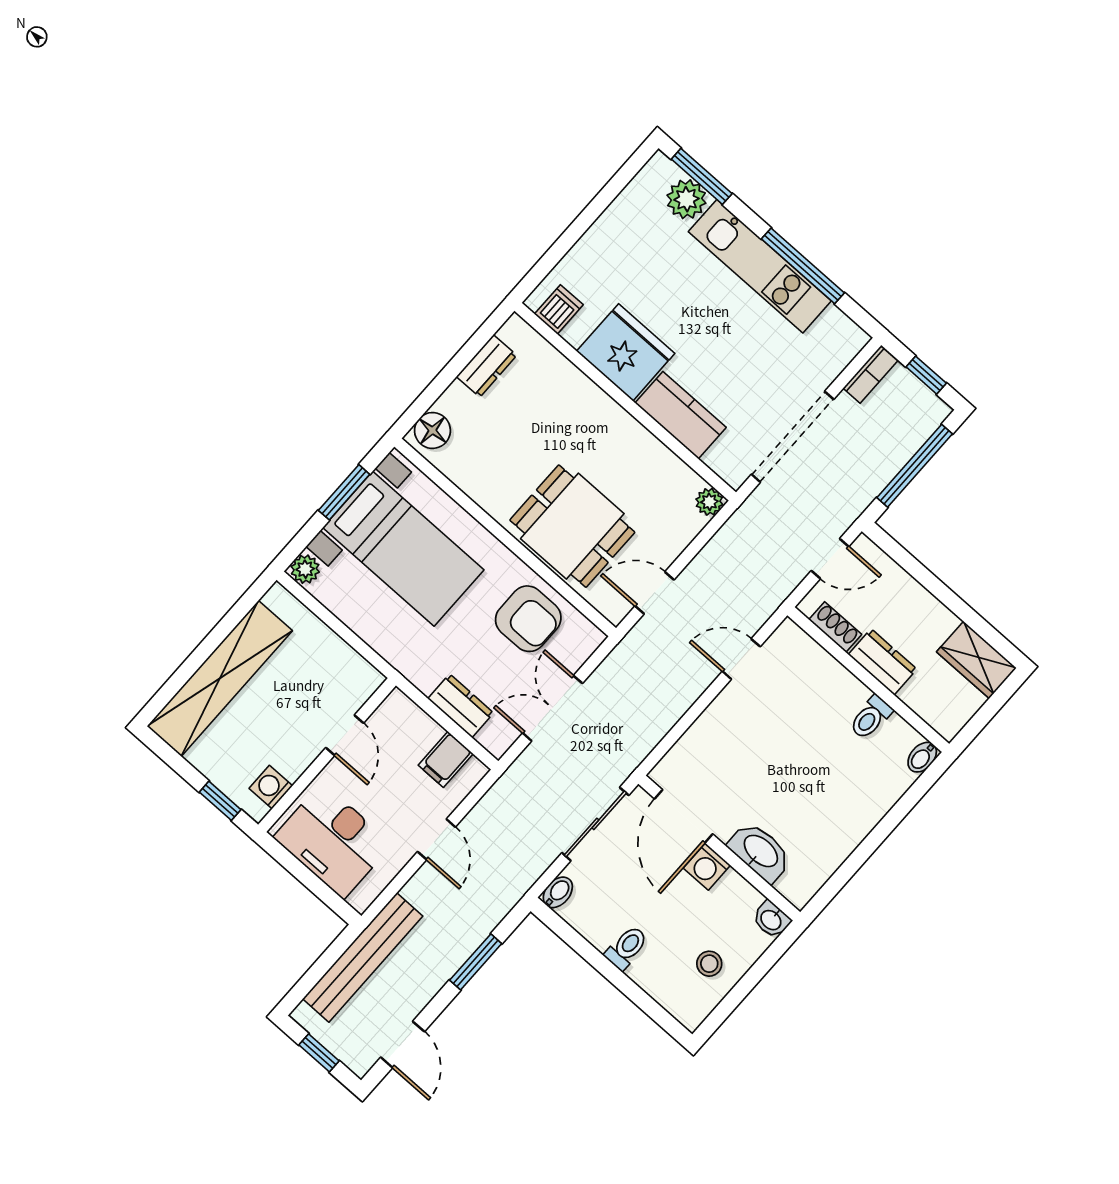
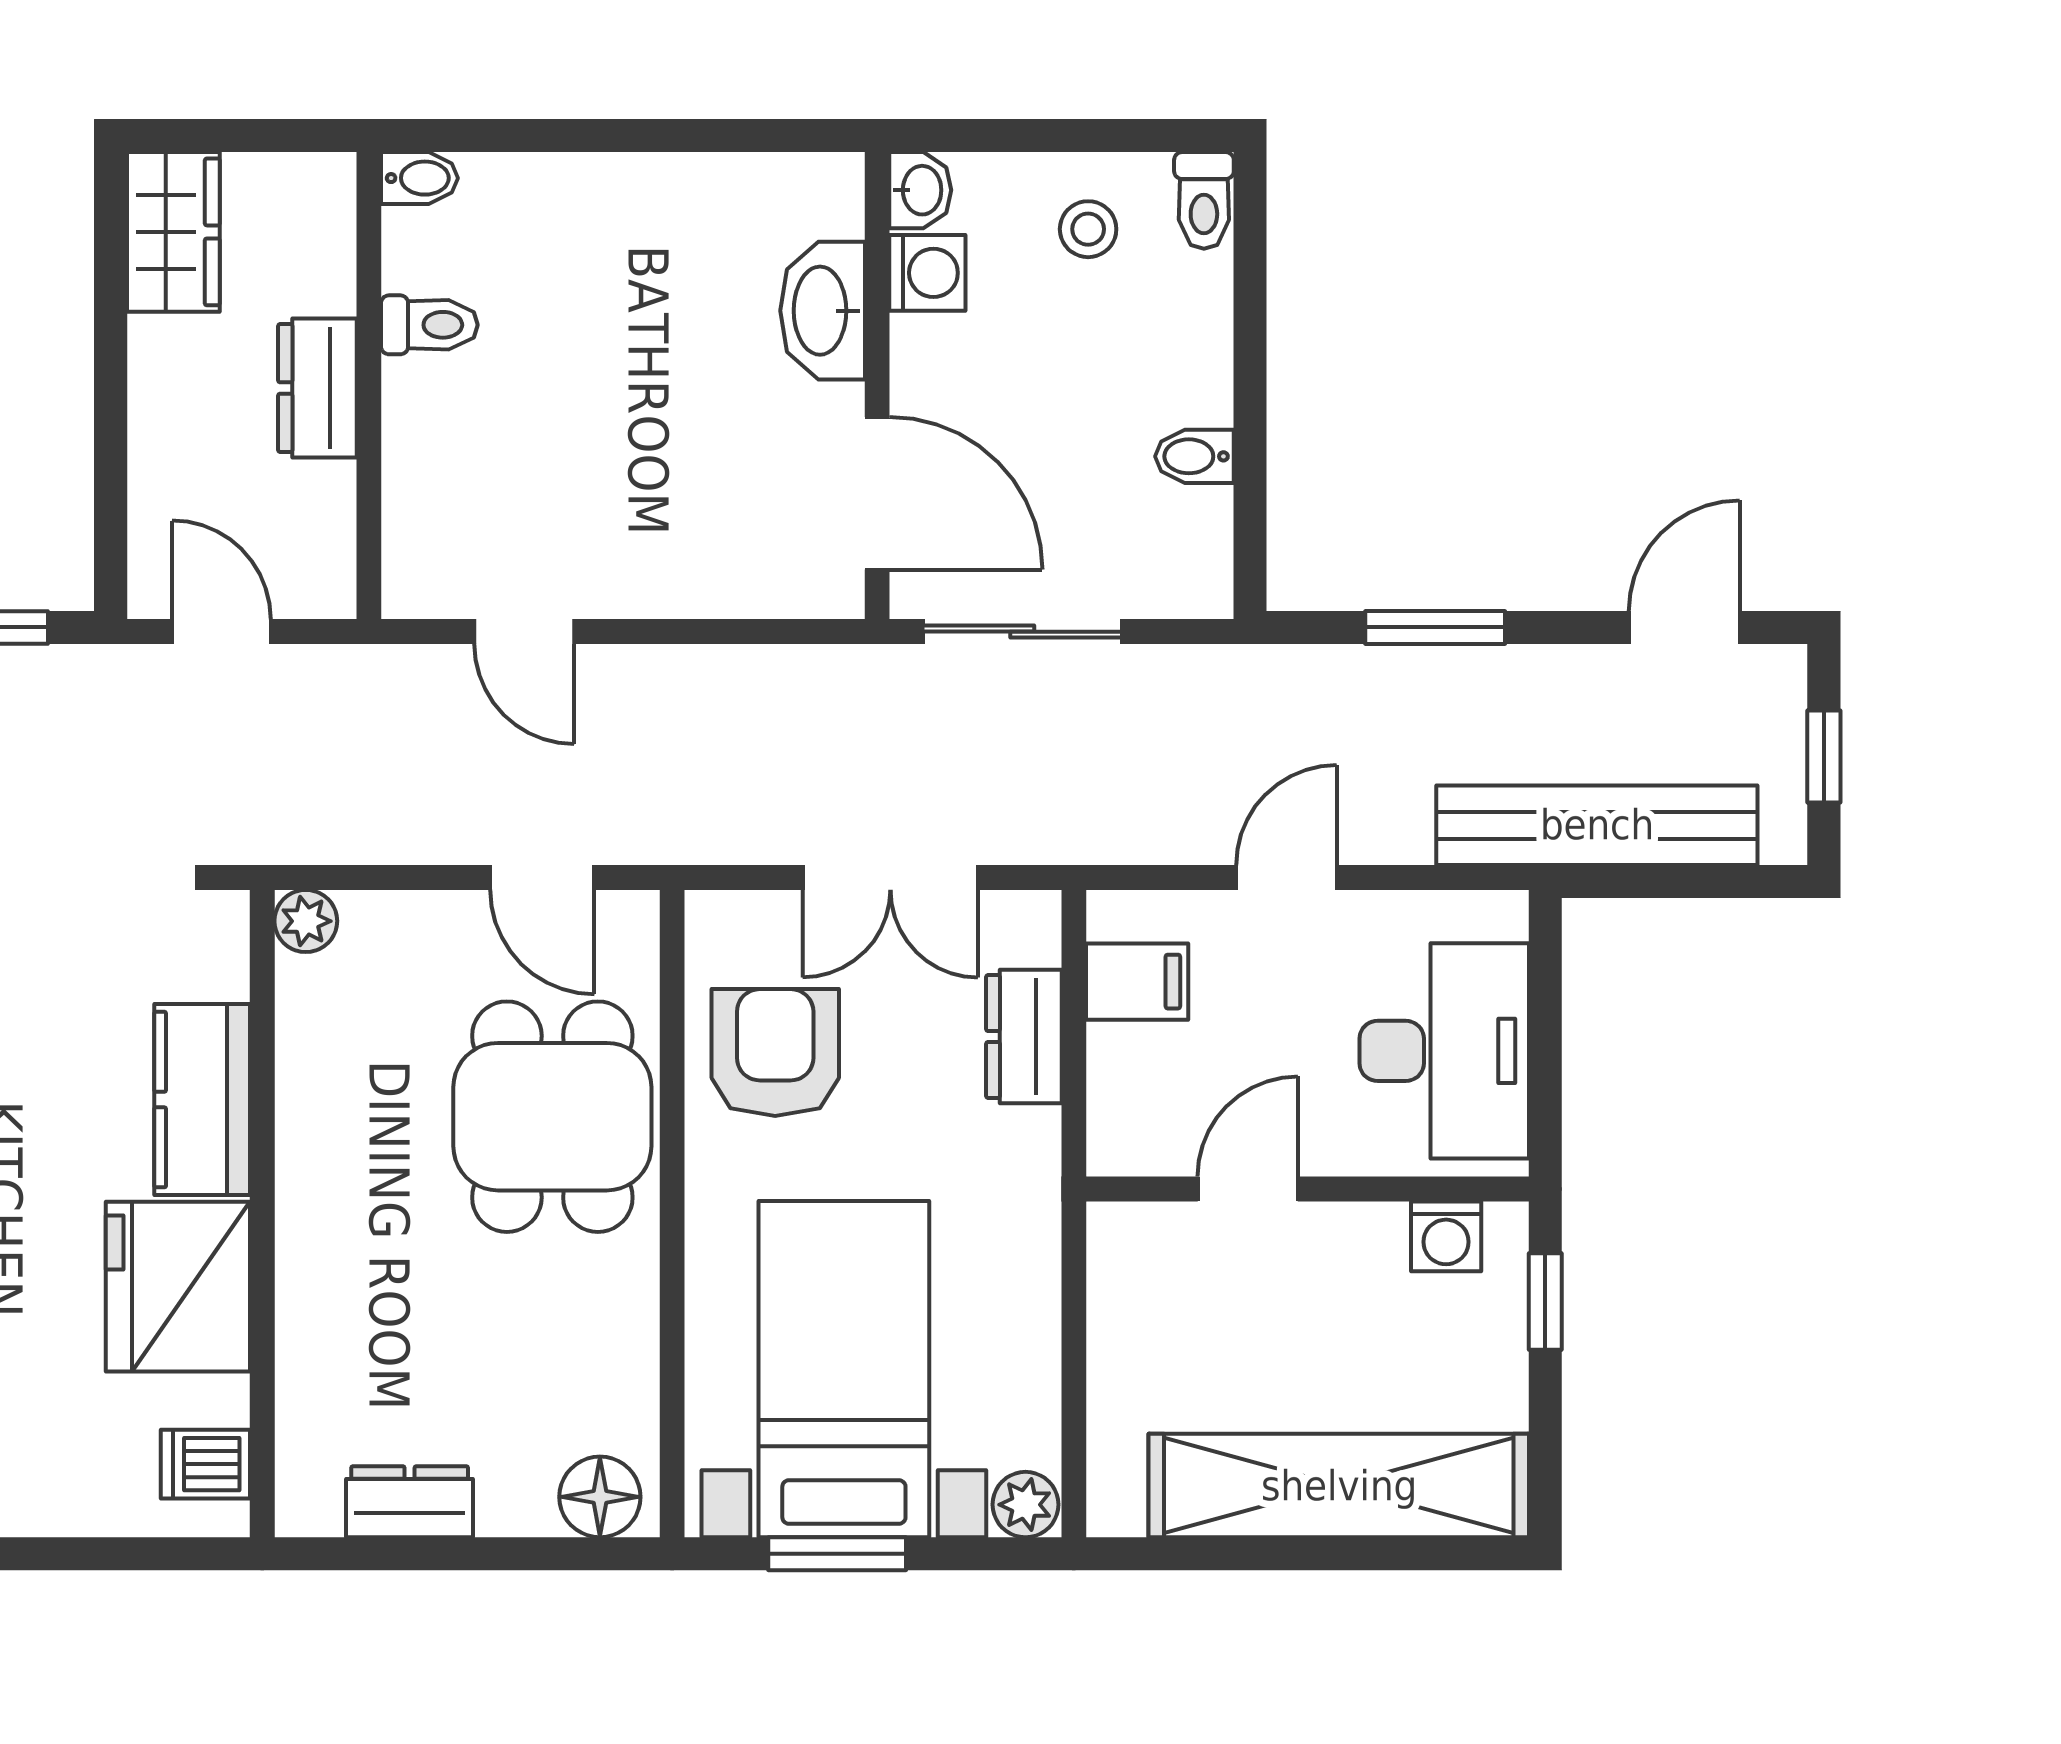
shoe rack: (835, 627) -> (329, 520), removed
door: (684, 816) -> (877, 493), hinge flipped
washing machine: (707, 867) -> (927, 273), moved
bidet: (558, 892) -> (1194, 456), moved
toilet: (626, 948) -> (1204, 200), moved, turned -90

